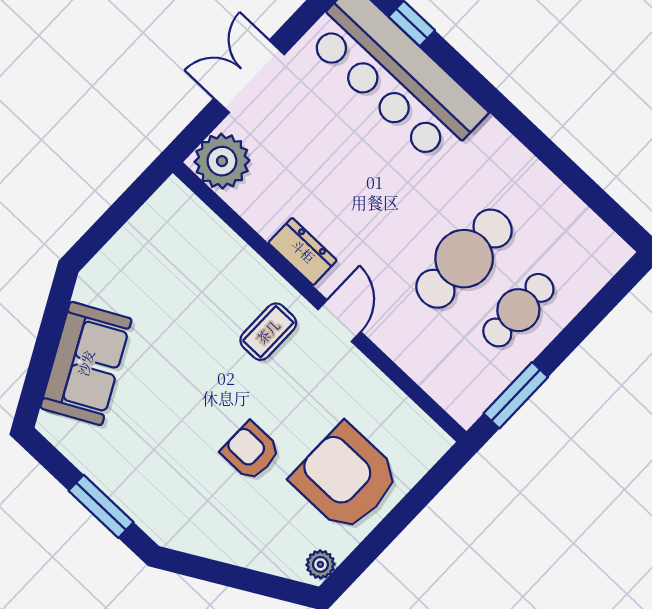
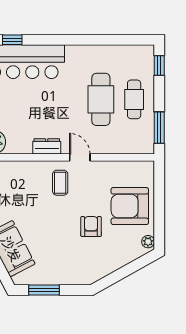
window: (612, 294) -> (159, 66), added
armchair: (251, 451) -> (91, 226), turned 90
window: (101, 506) -> (44, 290), moved

